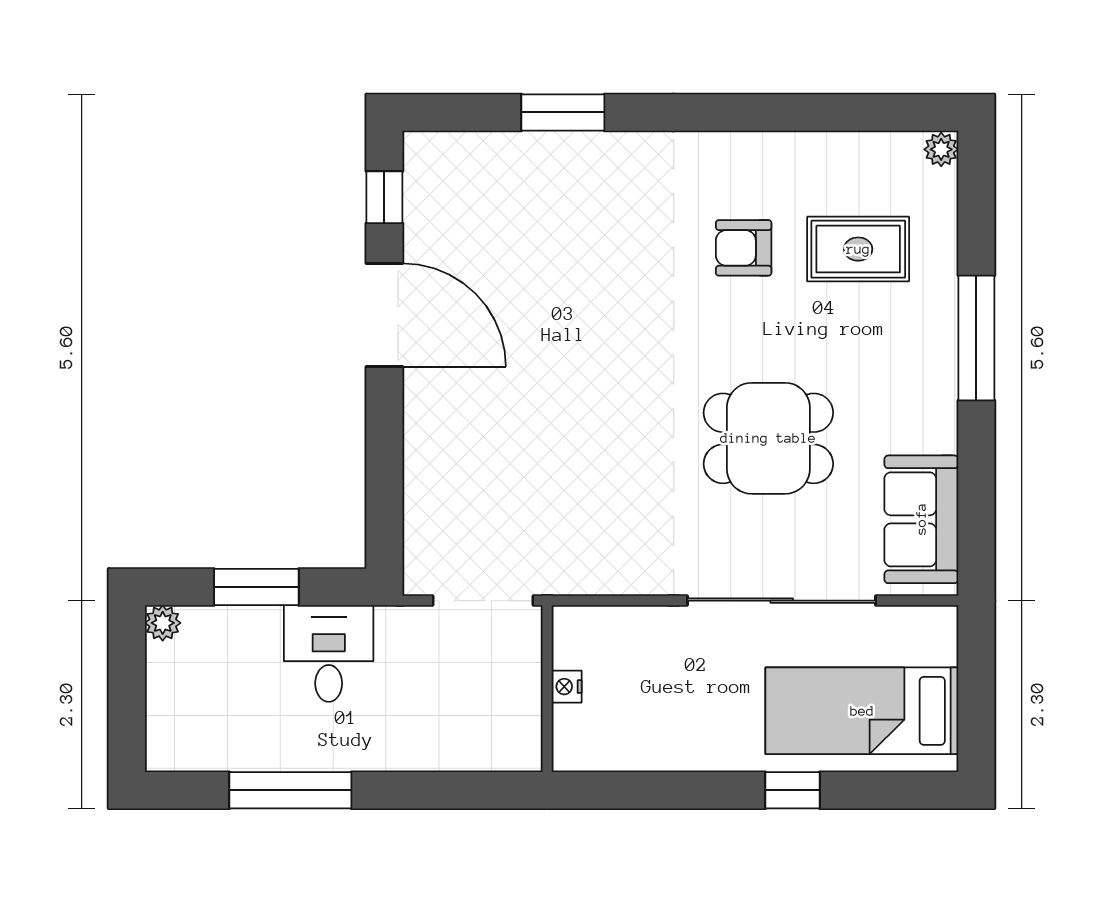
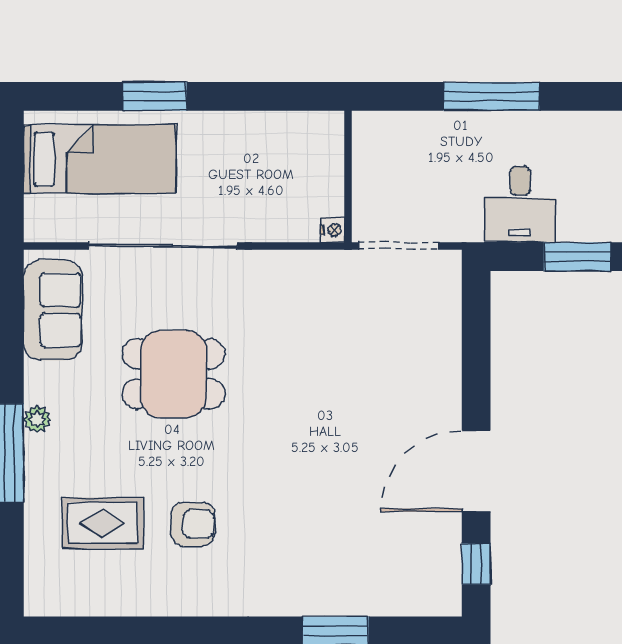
plant: (941, 149) -> (37, 419), moved
door: (384, 315) -> (476, 471), hinge flipped
nightstand: (567, 687) -> (333, 230), moved
window: (290, 790) -> (491, 96), moved
window: (793, 790) -> (154, 96), width x1.50

